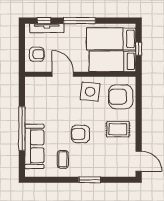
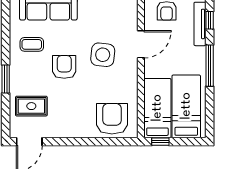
window: (139, 49) -> (160, 142), moved
side table: (90, 92) -> (103, 55), moved
rug: (118, 129) -> (31, 106), moved, turned 90

